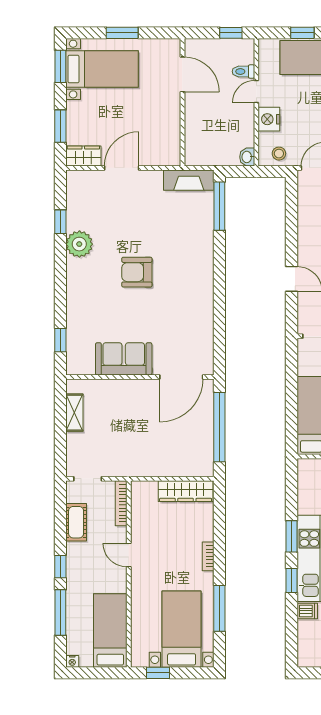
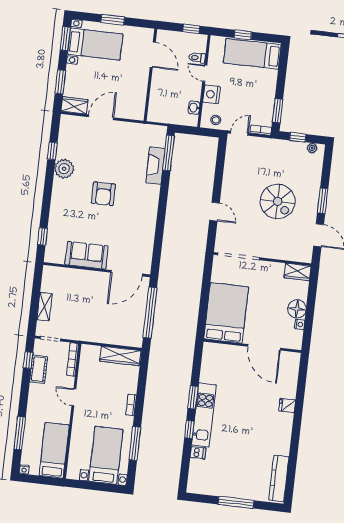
door: (256, 92) -> (205, 73), hinge flipped
washbasin: (247, 157) -> (194, 108), moved
fireplace: (189, 180) -> (155, 166), moved, turned 90
armchair: (137, 272) -> (103, 194), turned -90
shelving: (74, 413) -> (45, 307), moved
window: (60, 567) -> (28, 360), moved
window: (158, 673) -> (85, 485), removed

